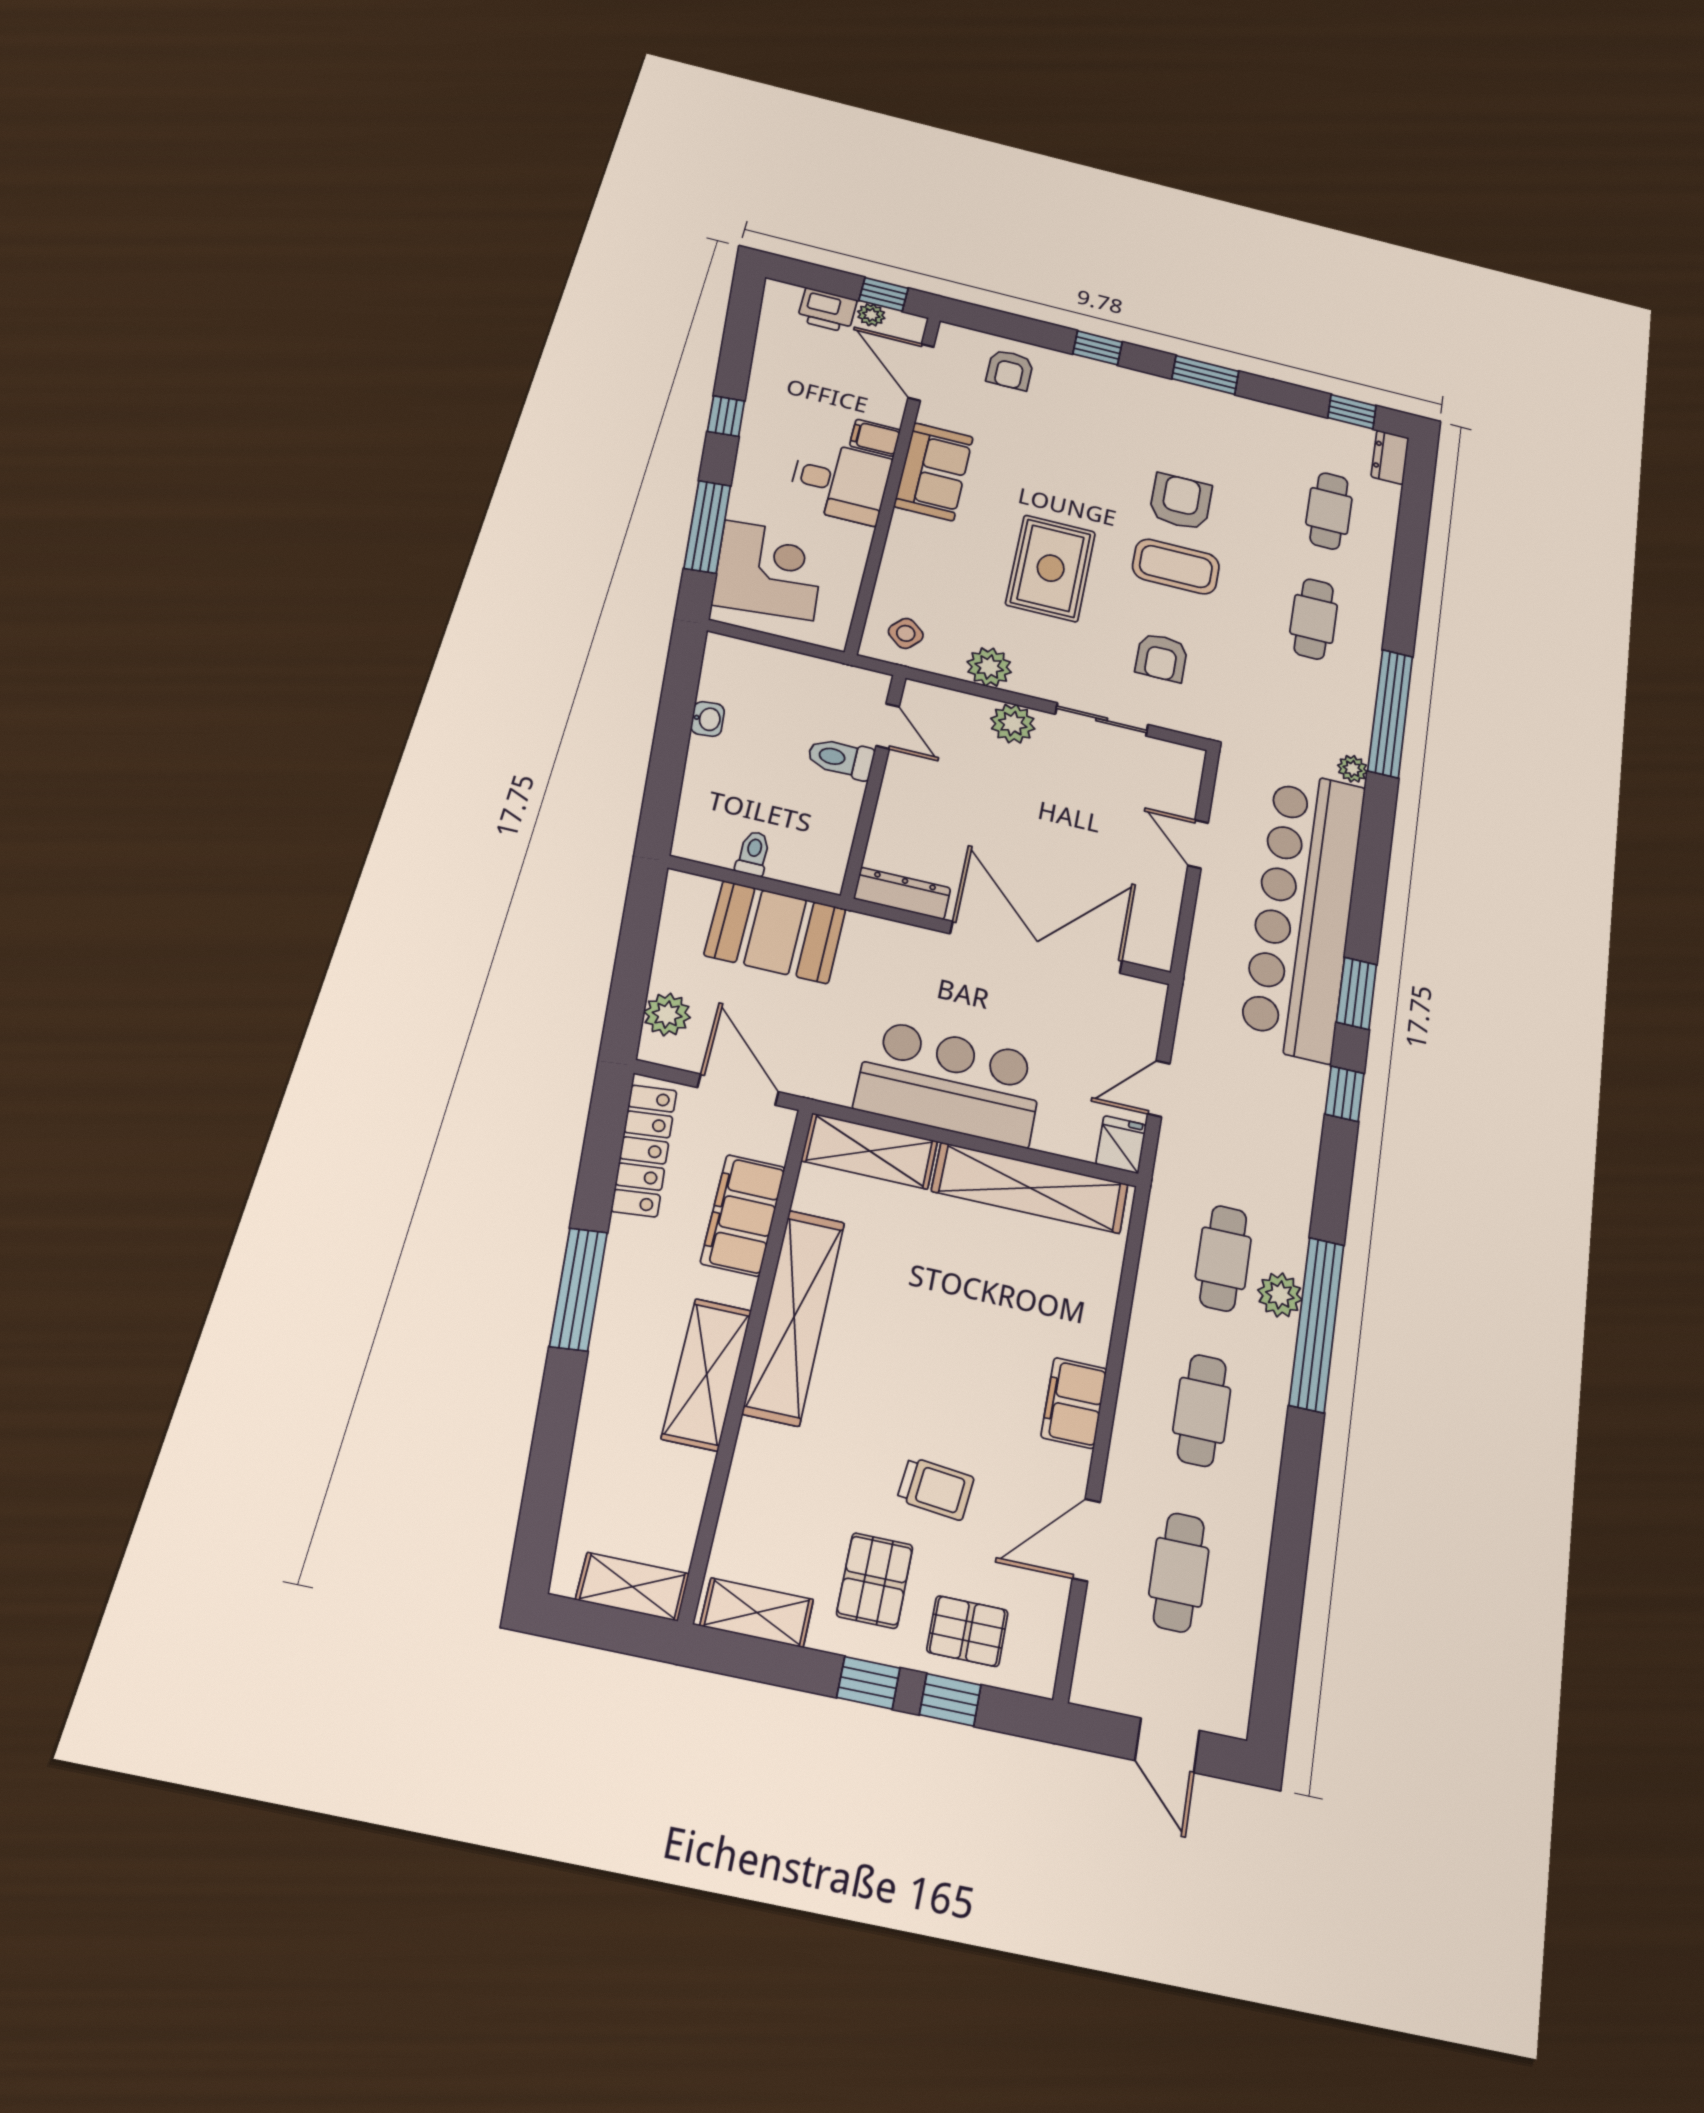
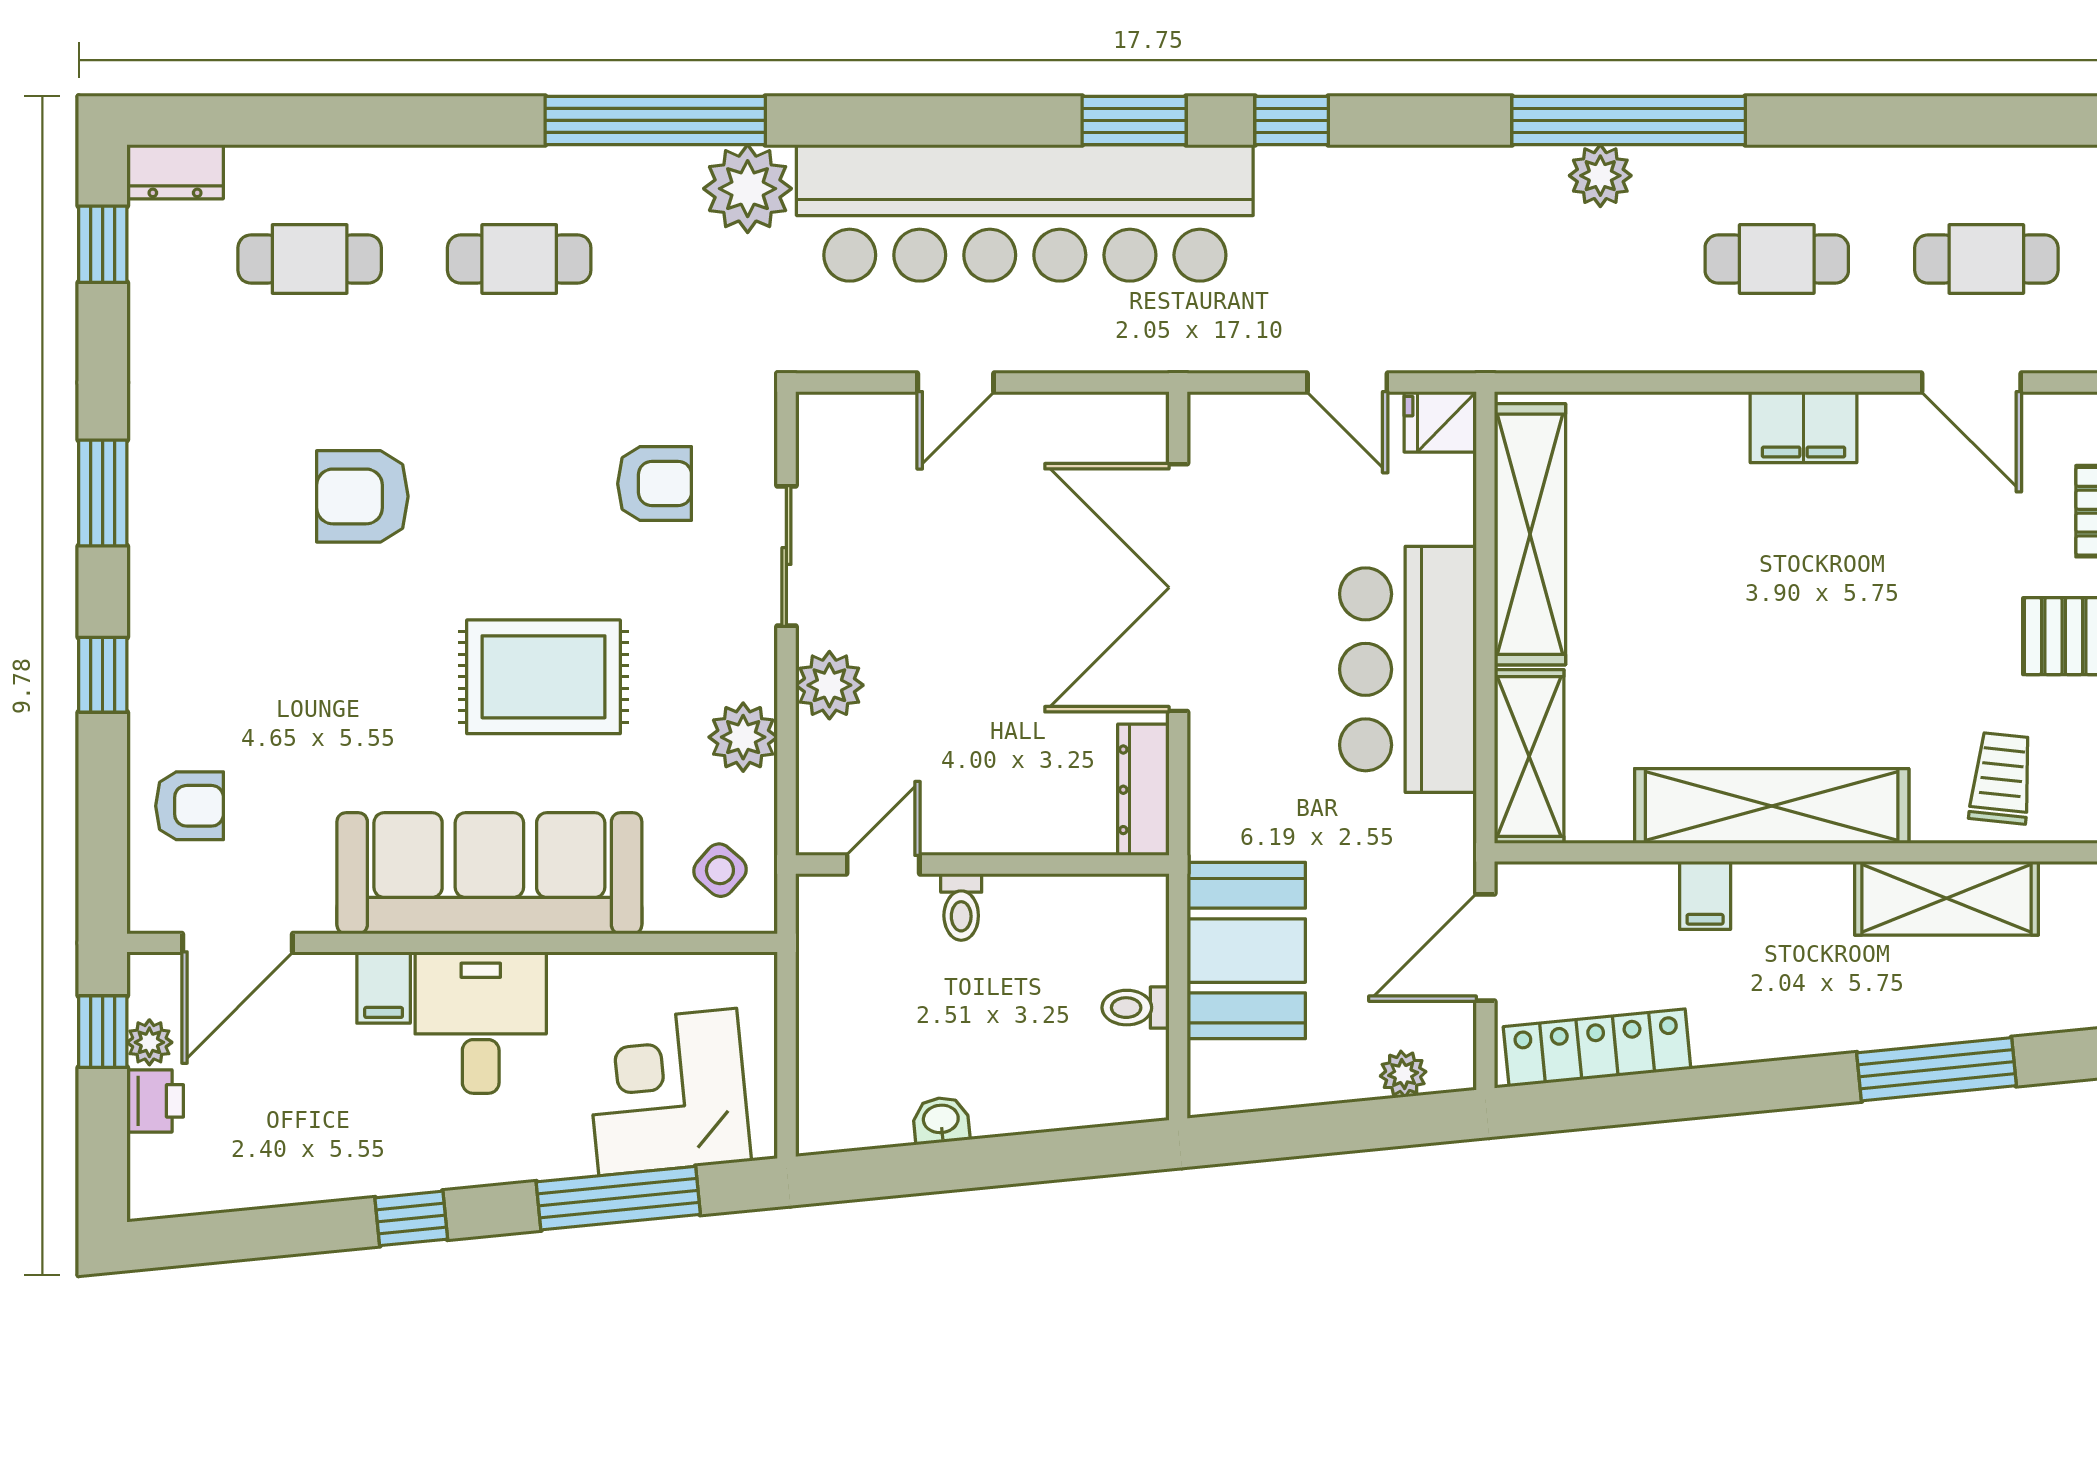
printer: (827, 310) -> (155, 1101), width x0.73, depth x0.81
sofa: (934, 472) -> (489, 873), width x1.85, depth x1.27
coffee table: (1176, 567) -> (485, 486), removed
toilet: (841, 758) -> (961, 907), width x0.73, depth x0.72
plant: (1352, 769) -> (748, 189), width x1.88, depth x1.88
plant: (667, 1014) -> (1403, 1074), width x0.73, depth x0.73
filing cabinet: (743, 1215) -> (1705, 895), width x0.33, depth x0.86
cafe table: (1223, 1258) -> (1567, 259), removed
window: (579, 1289) -> (1936, 1069), moved
shelving: (707, 1374) -> (1947, 898), moved
trolley: (936, 1488) -> (2001, 778), moved

